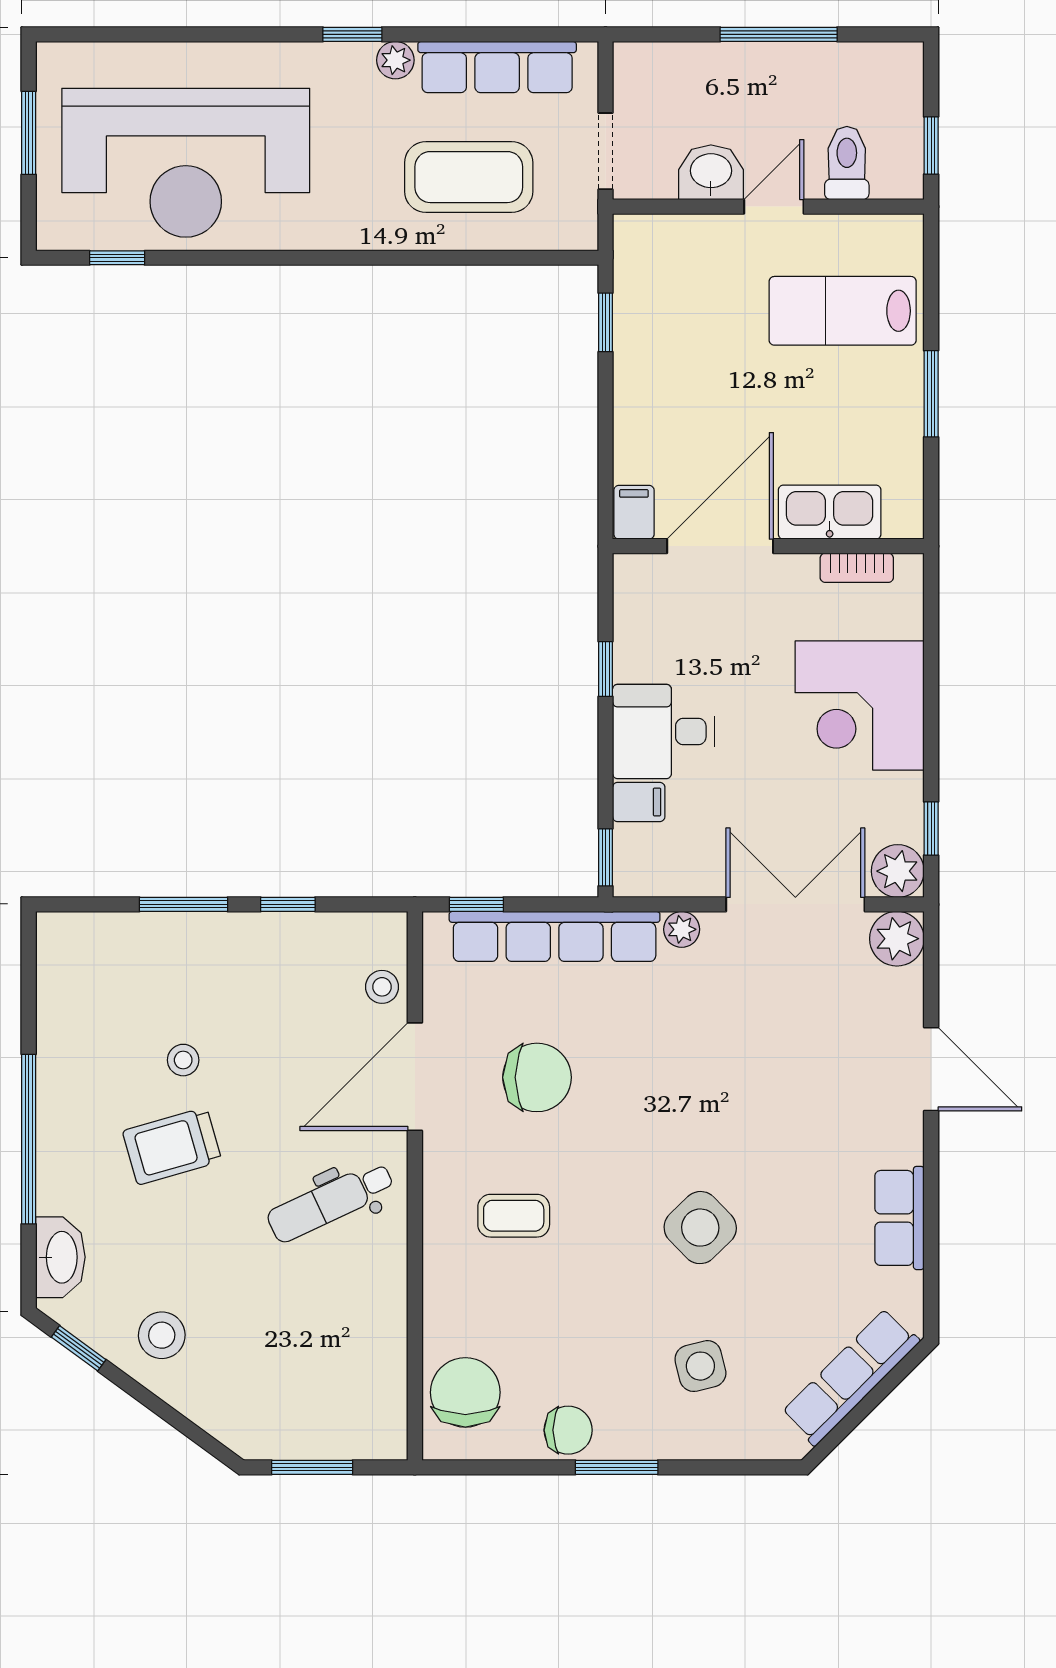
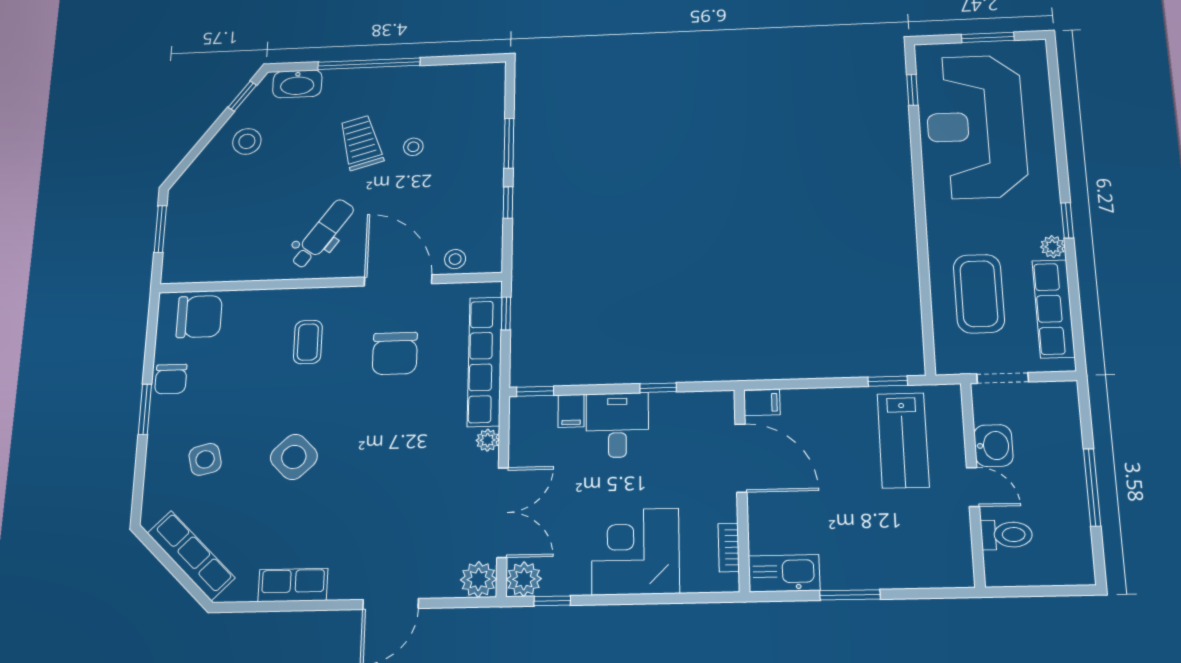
window: (931, 146) -> (1023, 591), removed
lab bench: (843, 311) -> (903, 440), moved, turned 180
kitchen sink: (830, 512) -> (784, 573), moved, turned -90
dental chair: (331, 1202) -> (322, 234), turned 61

